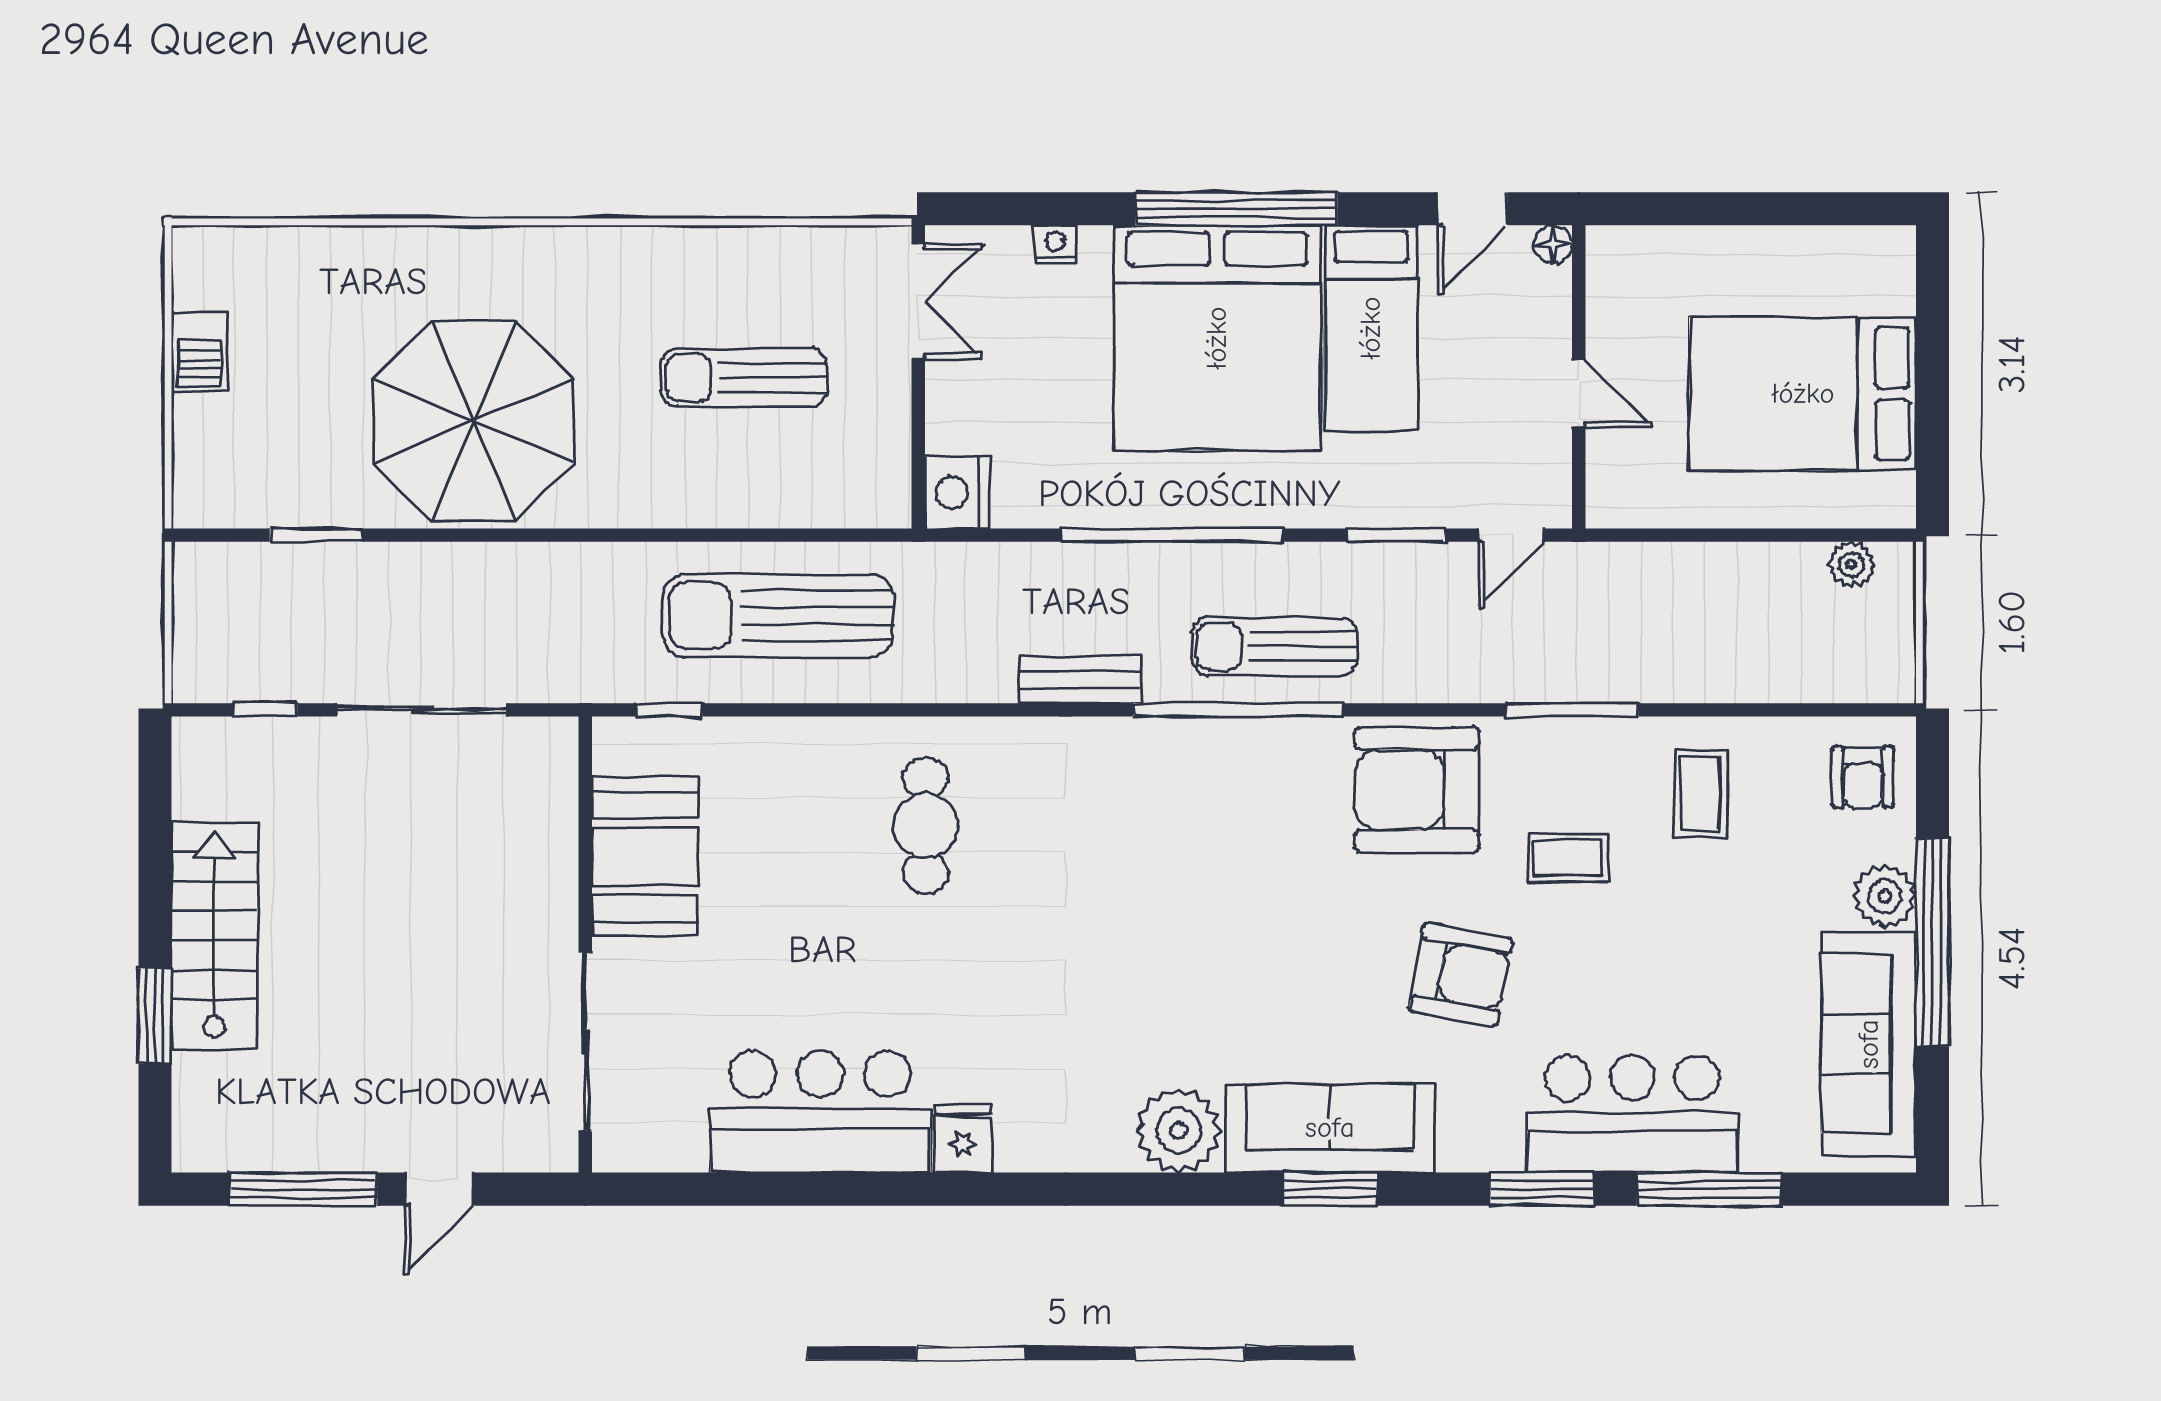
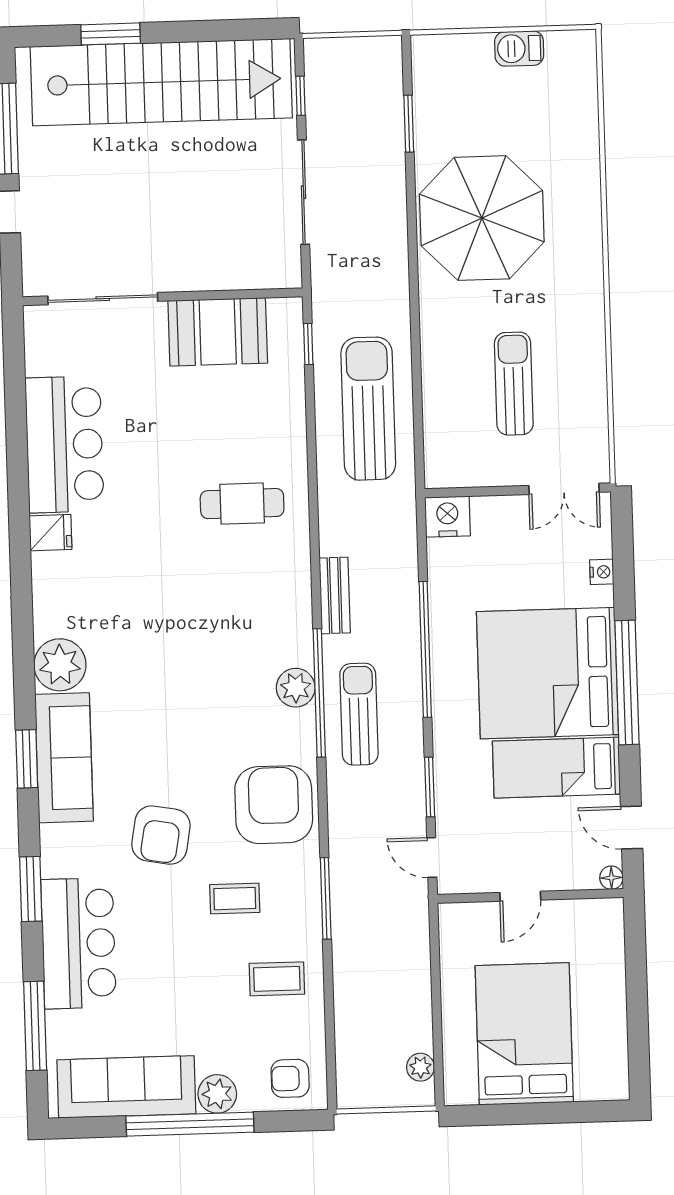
plant: (1228, 748) -> (296, 688), added
coffee table: (1568, 858) -> (235, 899), turned 90
stairs: (214, 936) -> (161, 82), width x1.86, depth x1.51
window: (1709, 1189) -> (35, 1026), moved

